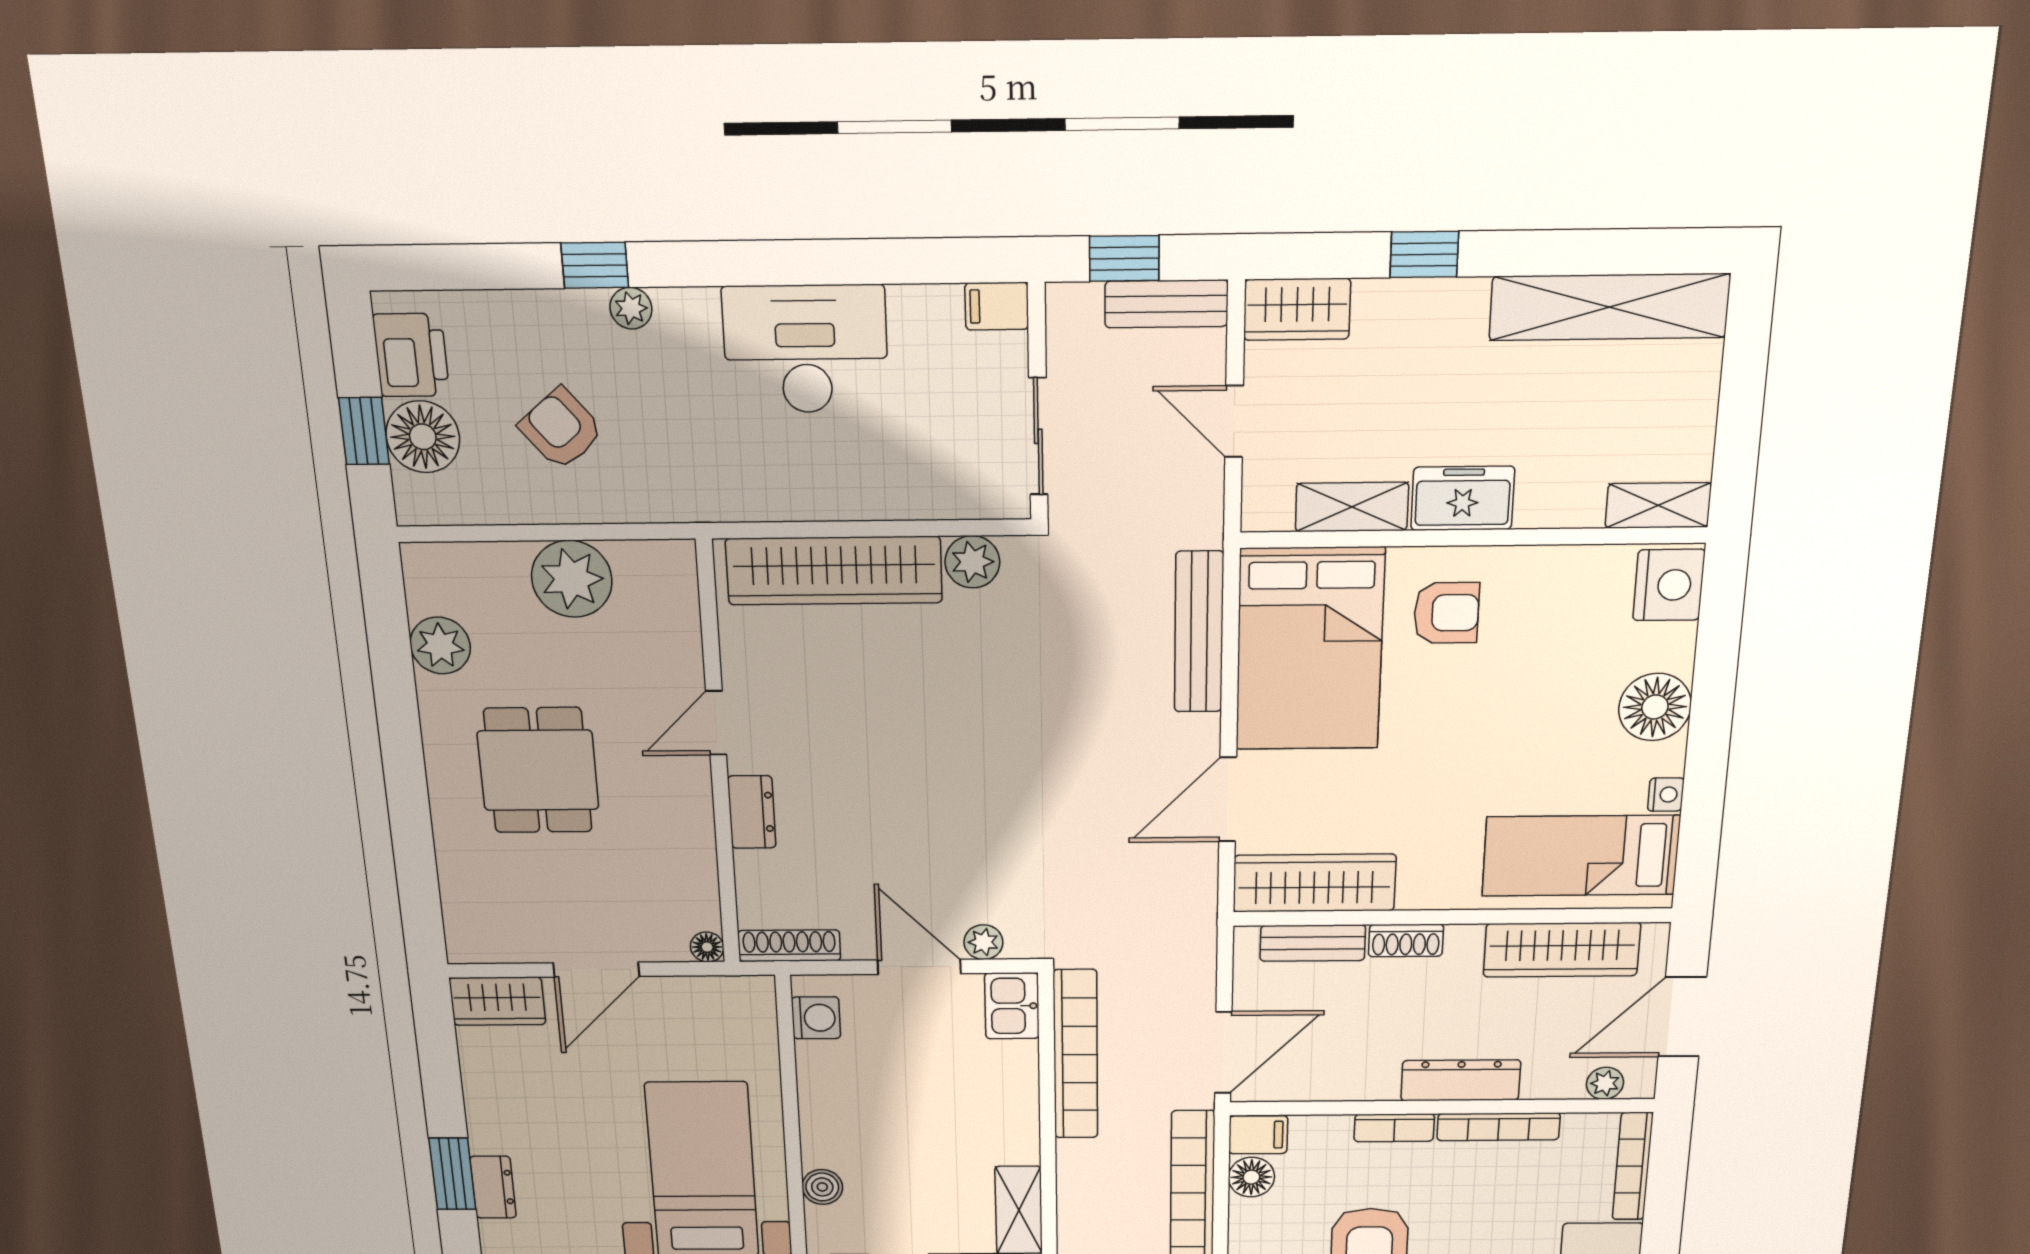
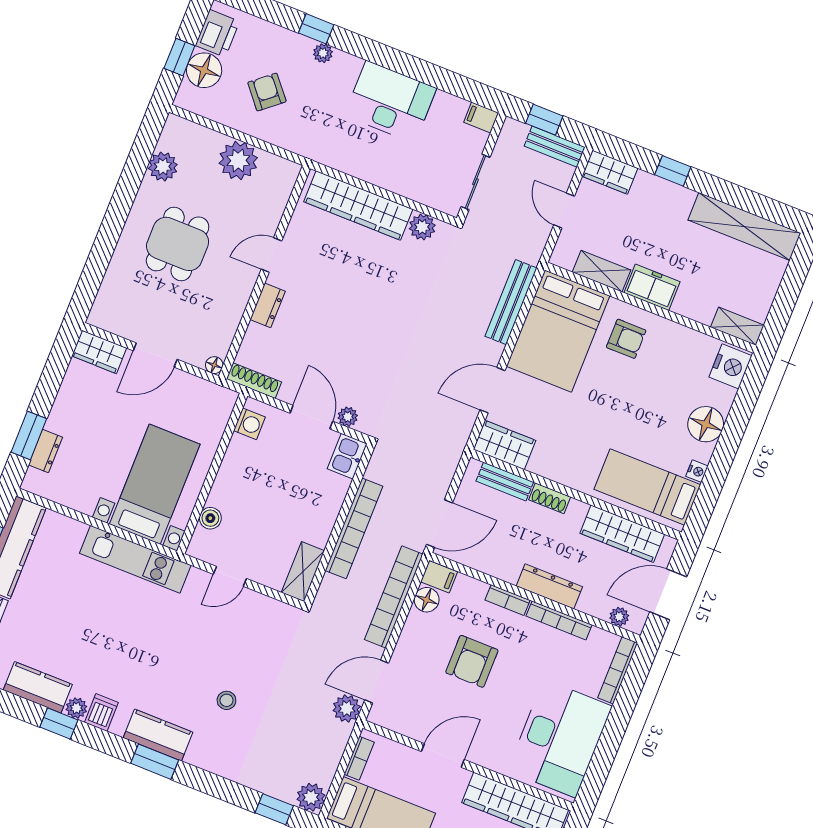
wardrobe: (1314, 883) -> (504, 445), width x0.67
bookcase: (1076, 1055) -> (354, 528), moved

